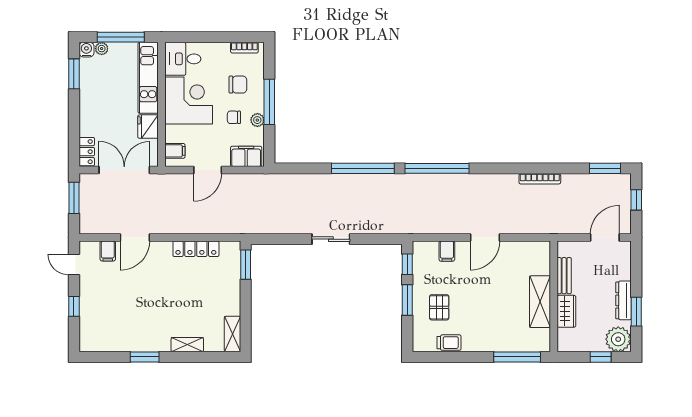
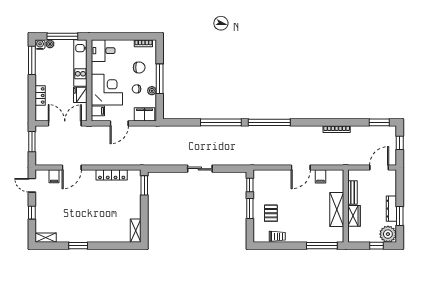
window: (74, 74) -> (32, 60), width x1.44
corner desk: (189, 101) -> (107, 90), moved
locker: (87, 152) -> (40, 95), moved
filing cabinet: (447, 251) -> (321, 176), moved
shelving: (187, 345) -> (46, 238), moved

